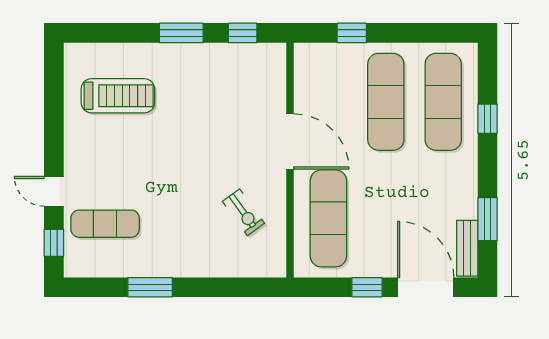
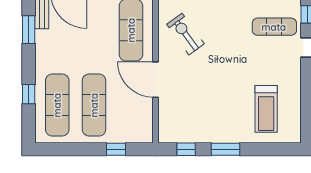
treadmill: (118, 96) -> (266, 109), turned -90
exercise bike: (243, 212) -> (185, 34), width x1.38, depth x1.39

